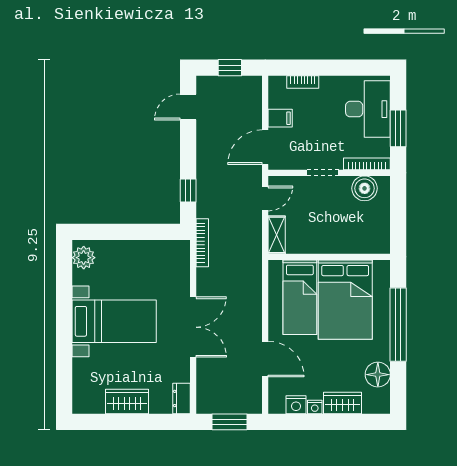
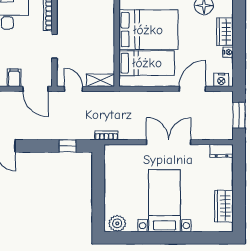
boiler: (365, 188) -> (66, 15), removed
bookcase: (202, 243) -> (106, 135), width x0.64
wardrobe: (127, 402) -> (224, 206), moved
nightstand: (296, 405) -> (221, 80), moved, turned 90

